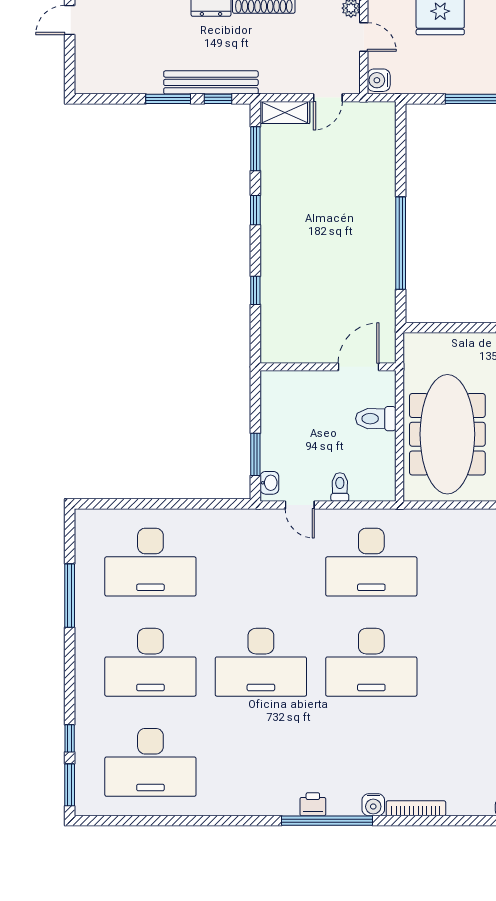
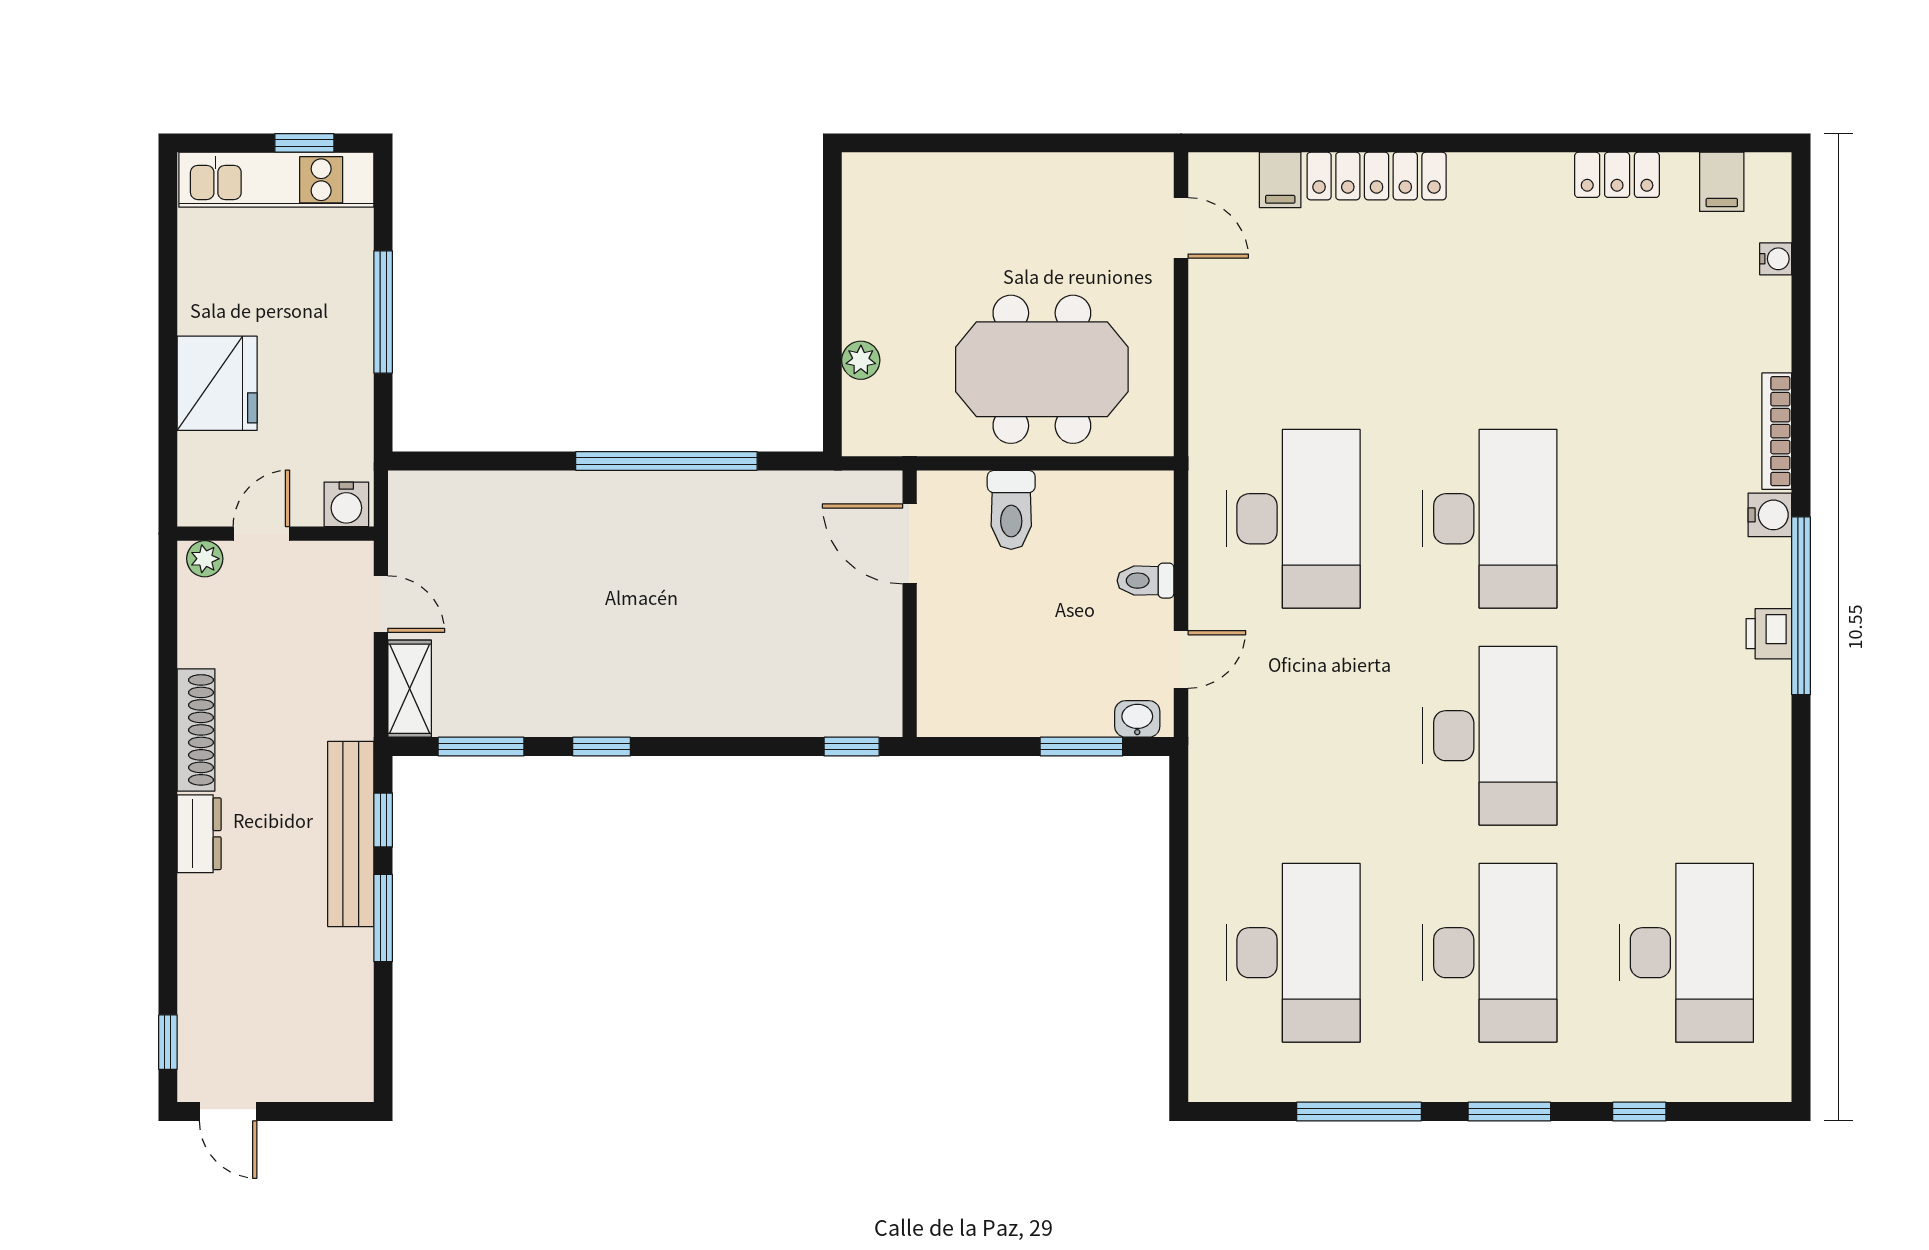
window: (255, 290) -> (852, 747), moved
plant: (452, 342) -> (861, 360), added
meeting table: (447, 434) -> (1042, 369), width x0.73
window: (70, 785) -> (1509, 1112), moved

